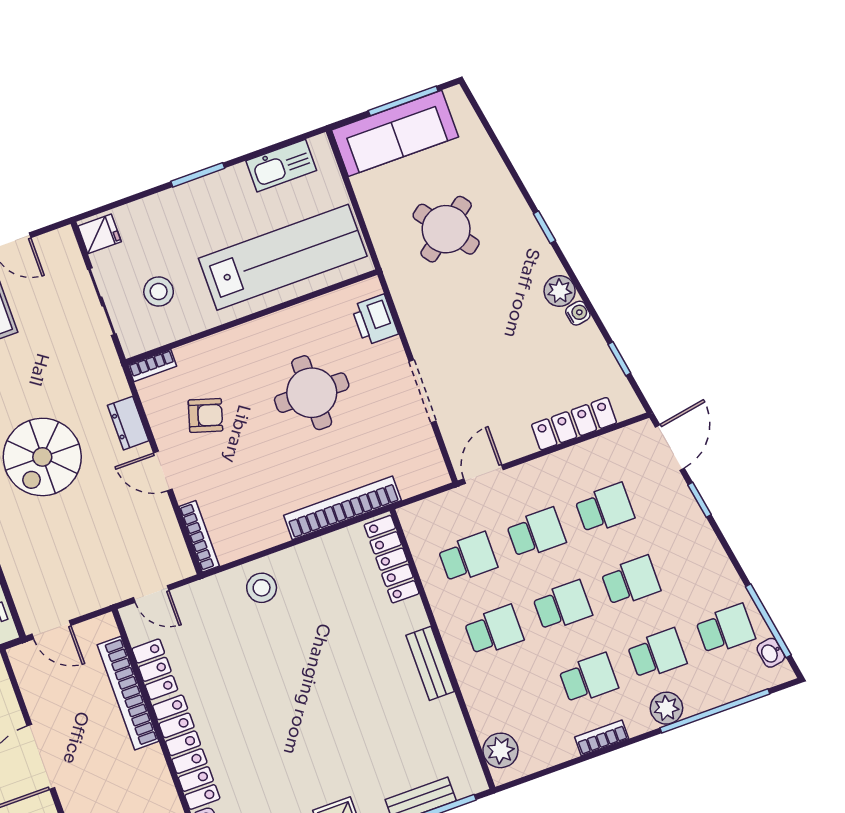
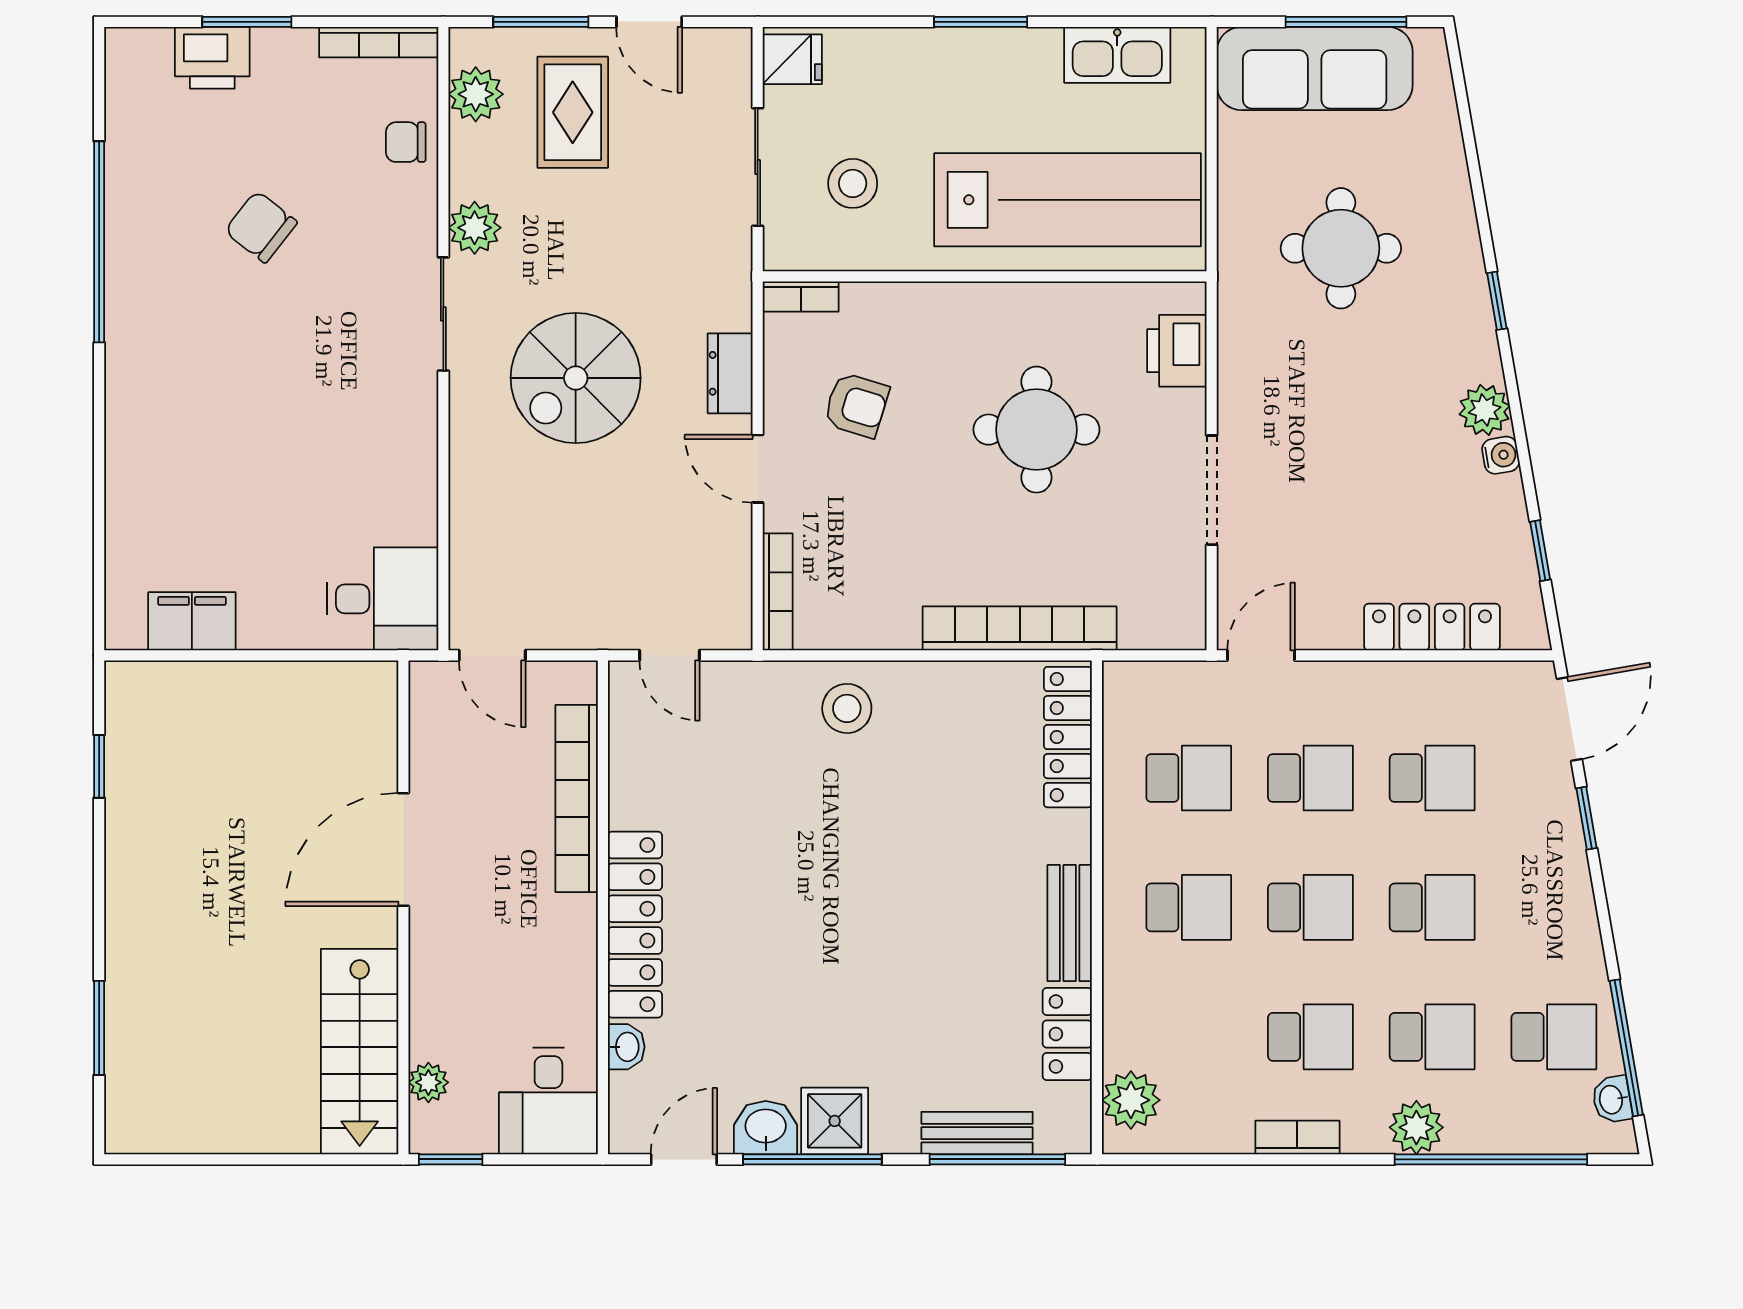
round table: (446, 229) -> (1341, 248), turned 37
locker: (155, 669) -> (1067, 1034), moved, turned 180

